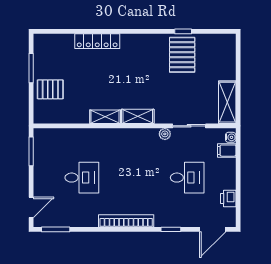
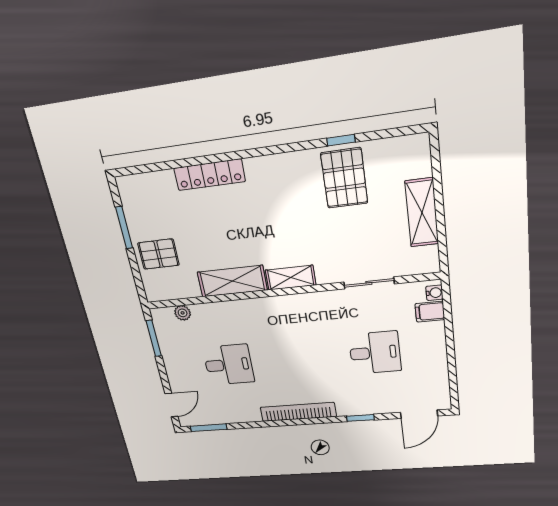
shelving: (227, 102) -> (422, 213), moved
shelving: (105, 117) -> (232, 281), width x1.50, depth x1.33
plant: (165, 134) -> (183, 313), moved
printer: (228, 198) -> (438, 375), removed

